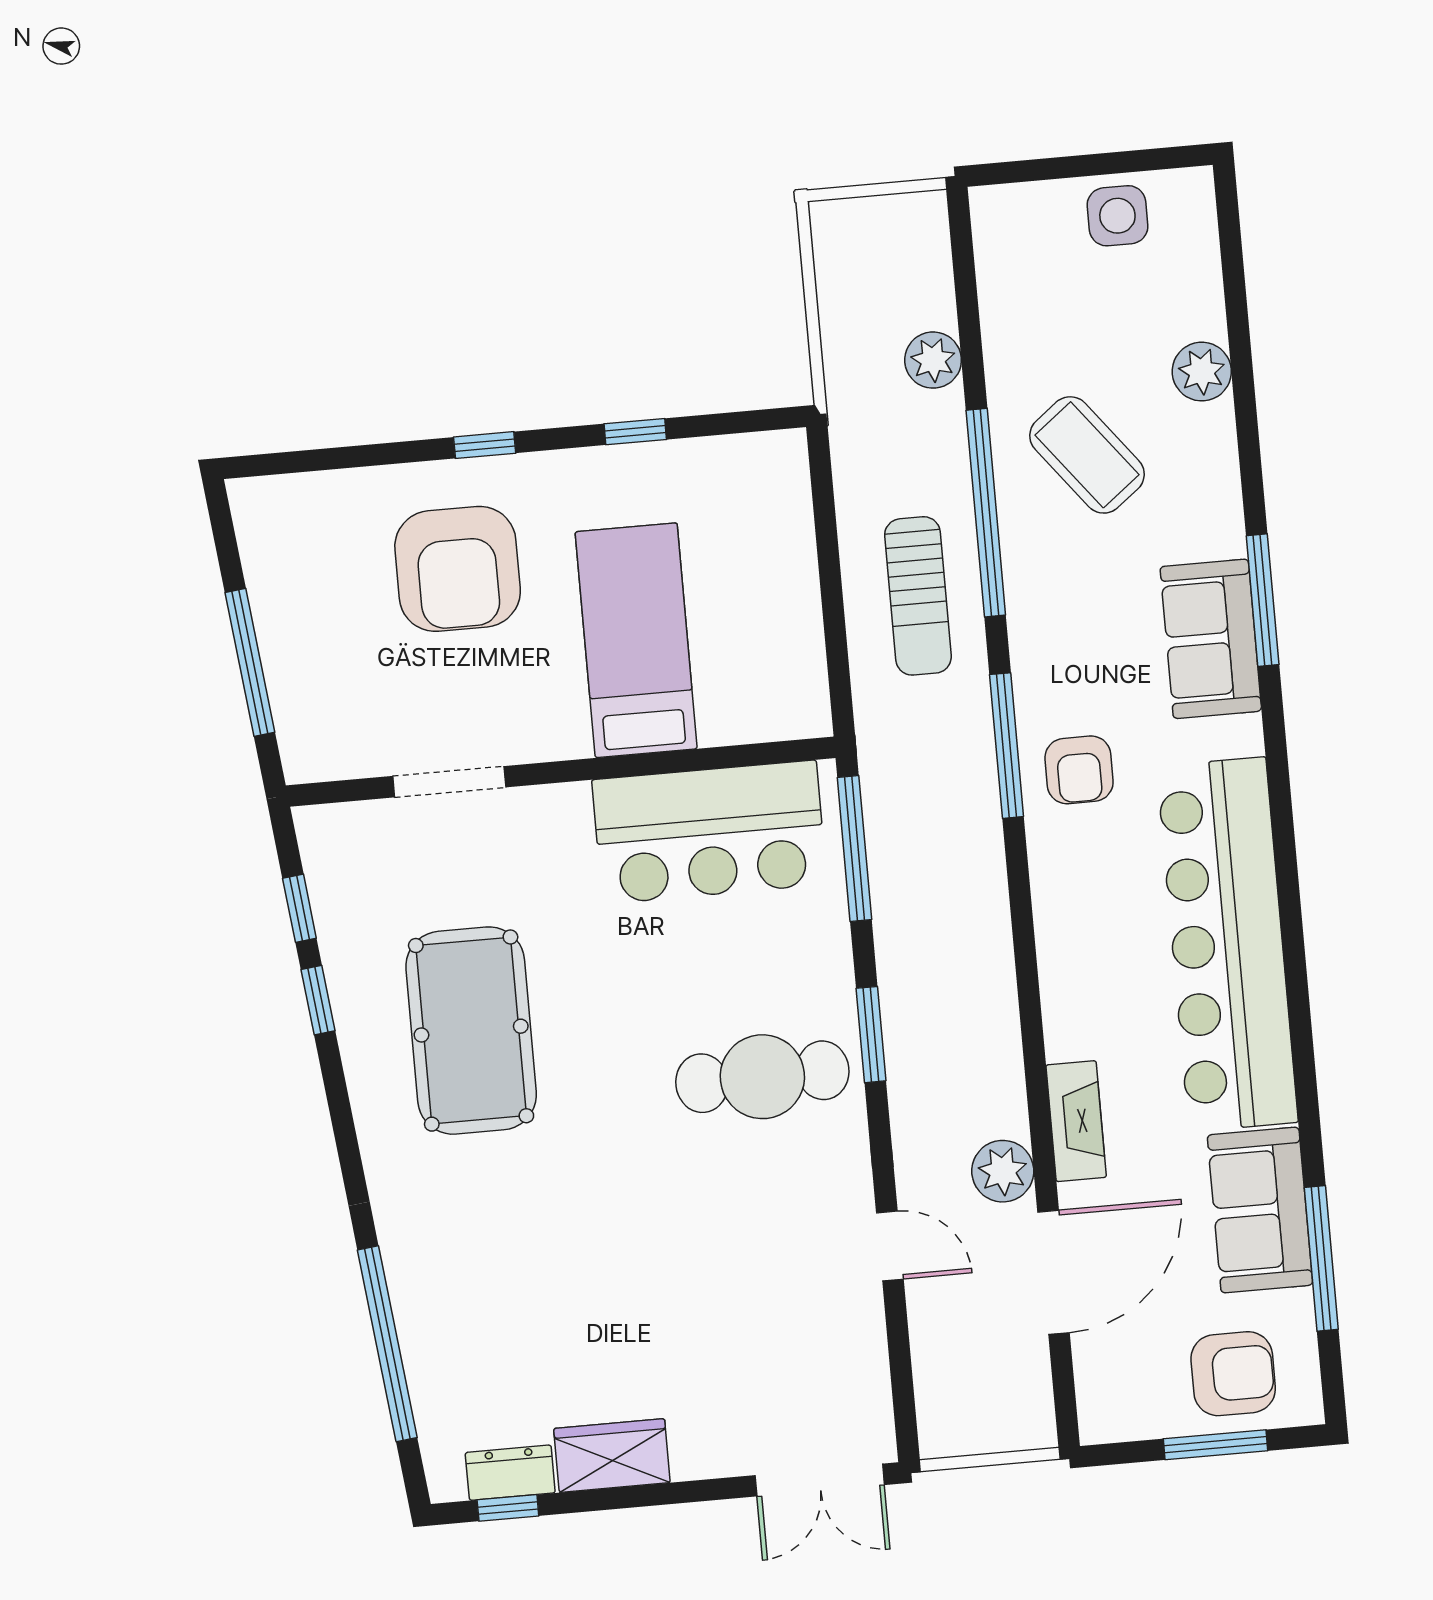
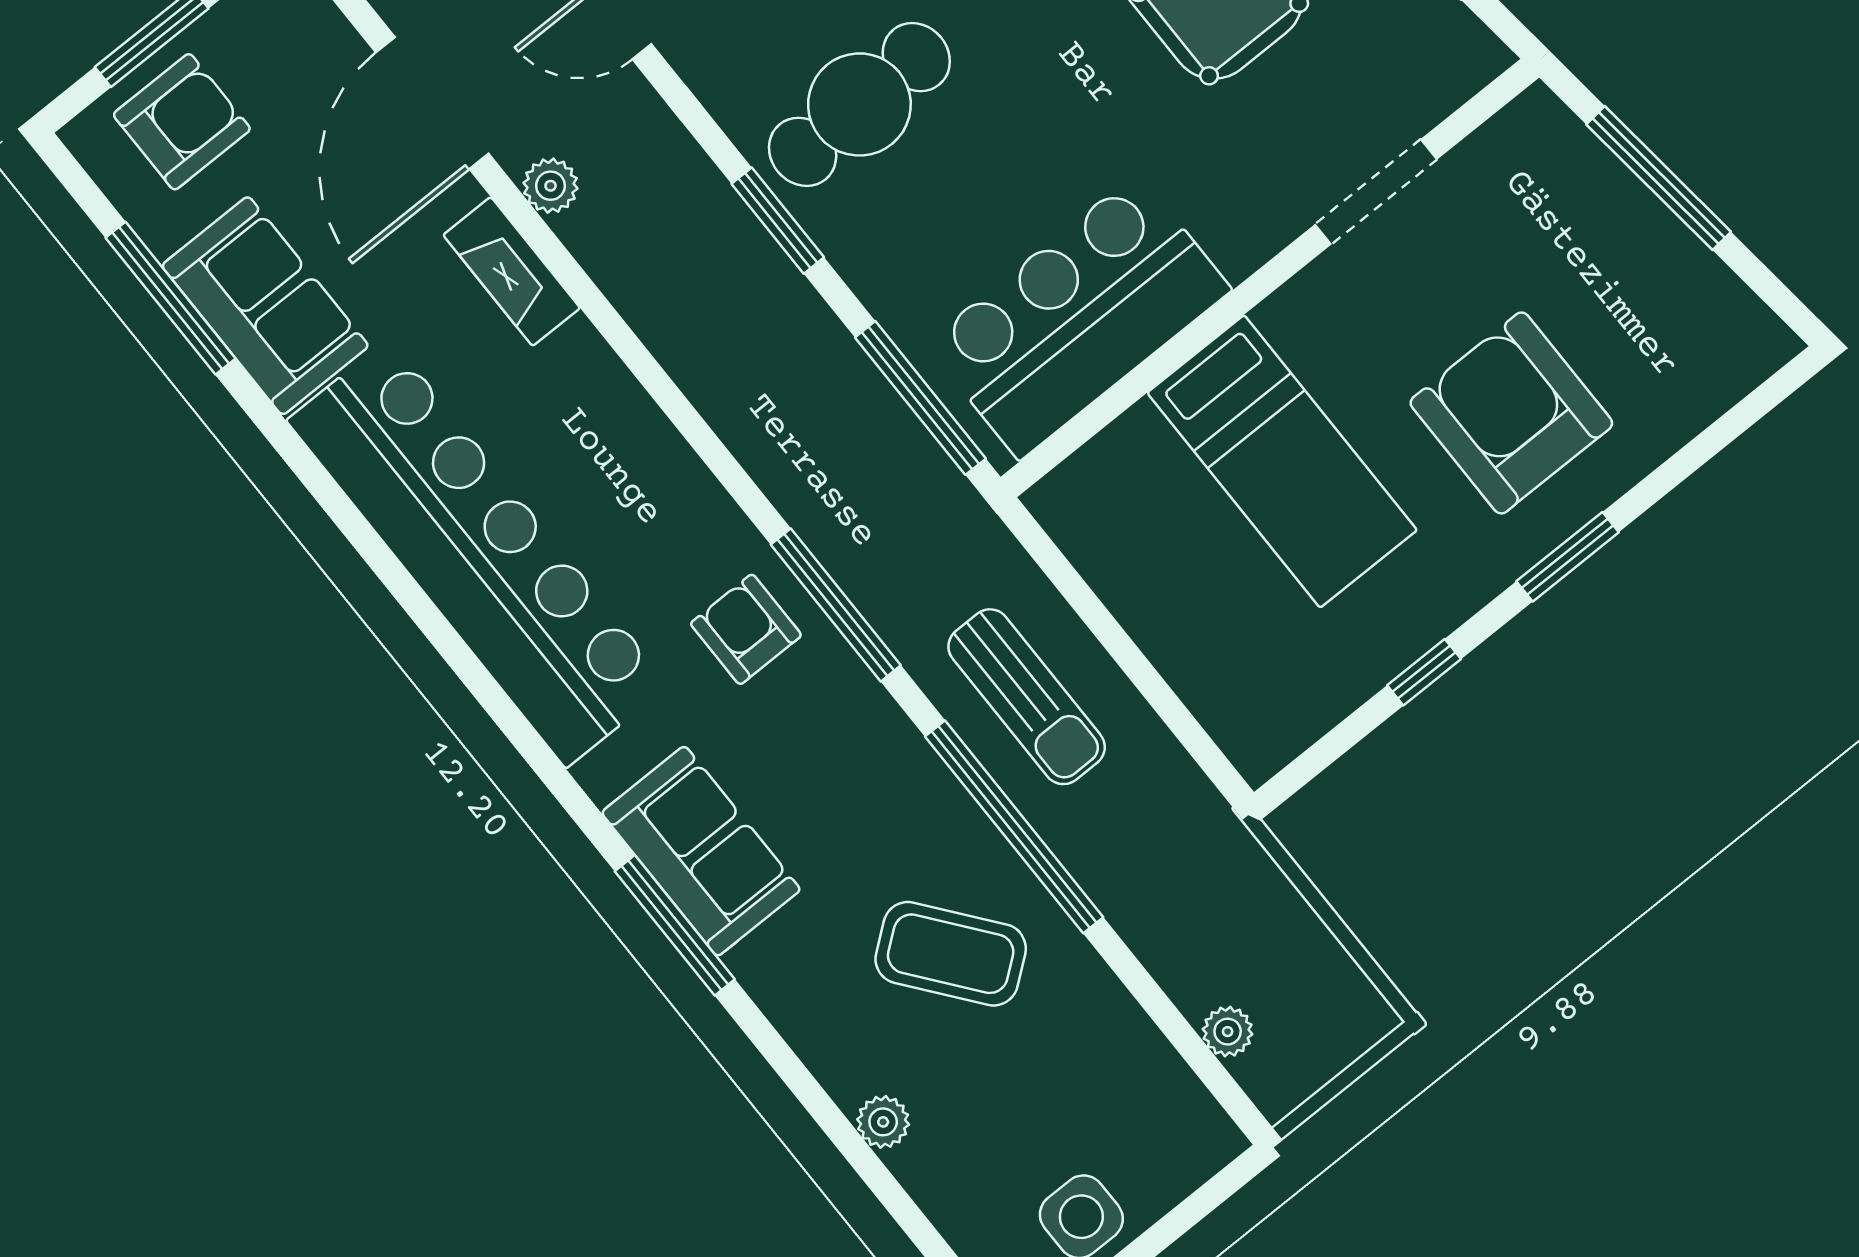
plant: (933, 360) -> (1228, 1032), moved, width x0.73, depth x0.73
plant: (1202, 372) -> (883, 1122), width x0.73, depth x0.73
window: (485, 445) -> (1568, 557), width x1.50
sun lounger: (918, 596) -> (1027, 697), turned 180
plant: (1003, 1171) -> (551, 186), width x0.73, depth x0.73
armchair: (1233, 1374) -> (182, 122), turned 180

